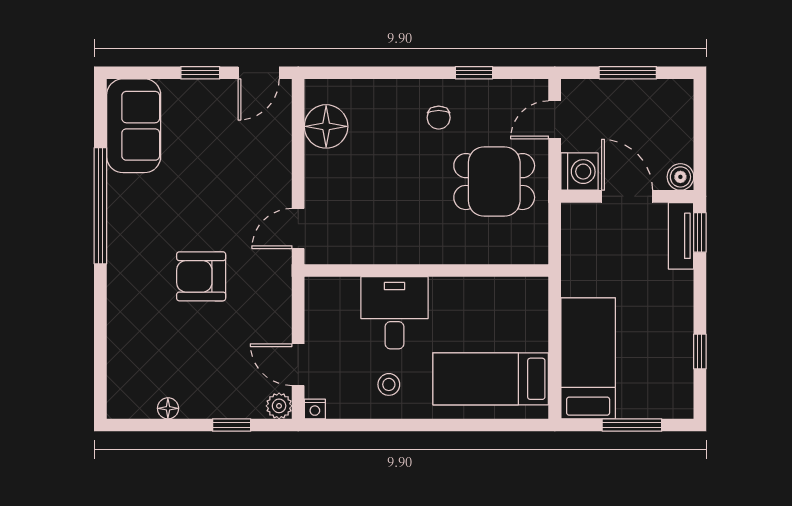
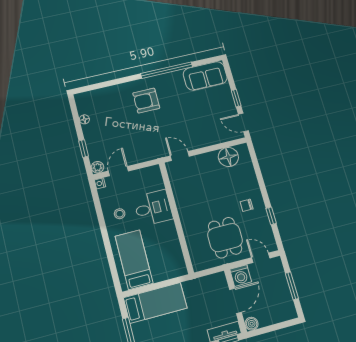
armchair: (201, 276) -> (146, 101), moved, turned -90

